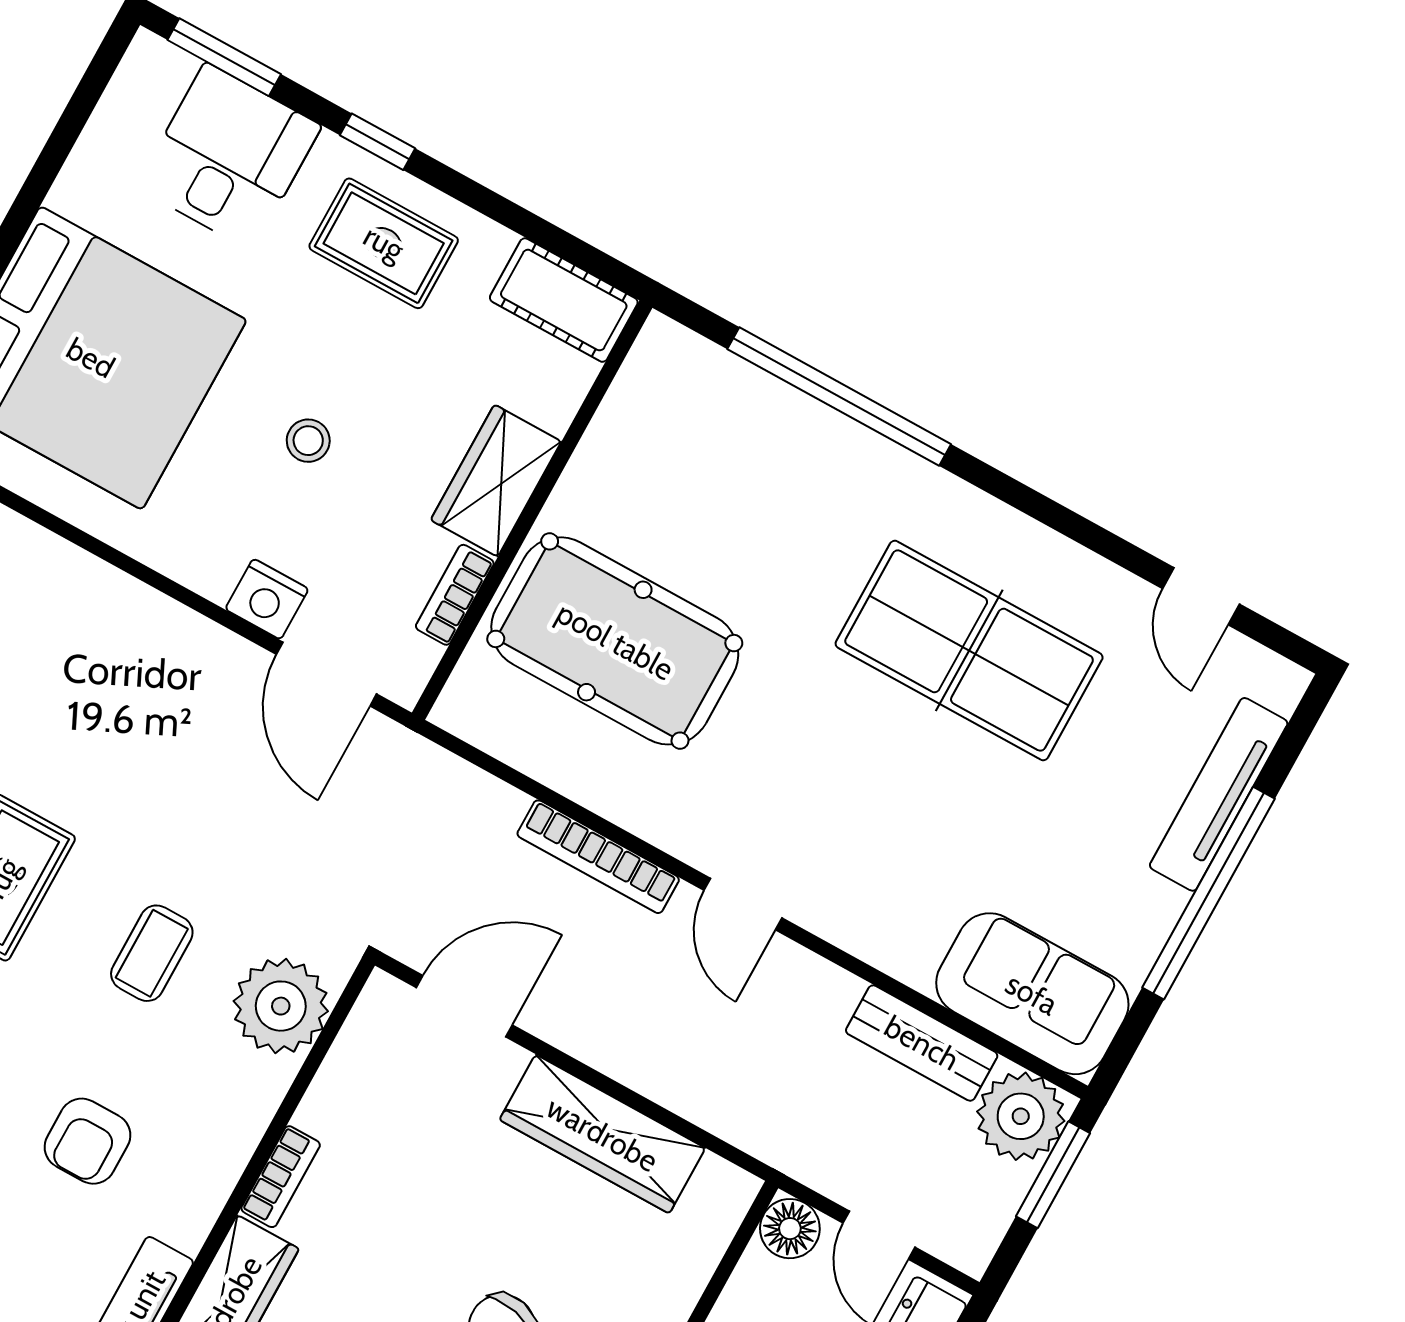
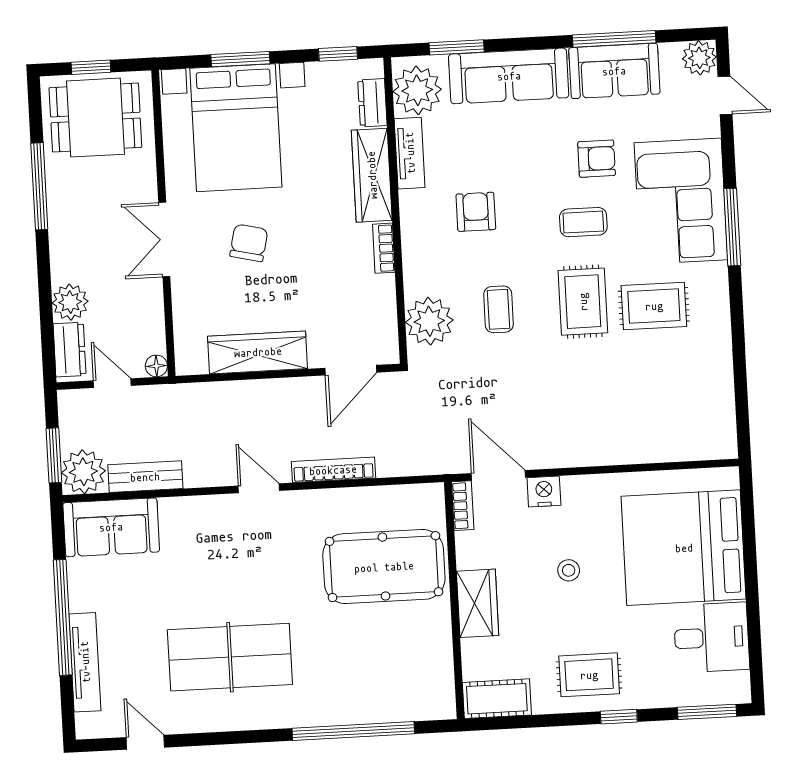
desk: (229, 157) -> (711, 638), moved, turned -90
bookcase: (455, 595) -> (463, 506), moved
floor lamp: (790, 1229) -> (156, 366), width x0.73, depth x0.73

